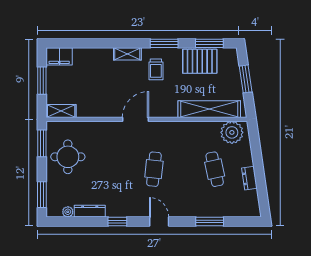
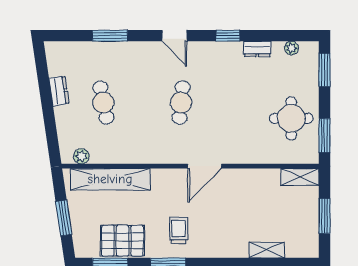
shelving: (127, 54) -> (267, 250), moved
filing cabinet: (59, 56) -> (302, 247), removed
plant: (232, 132) -> (81, 156), width x0.53, depth x0.53
dresser: (90, 211) -> (257, 49), width x0.70

